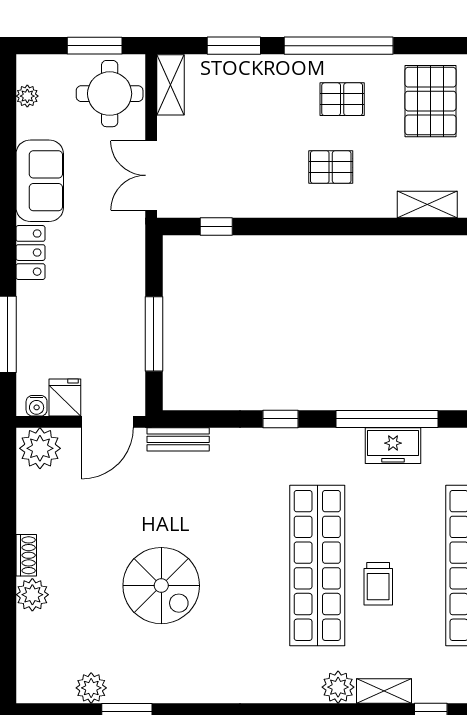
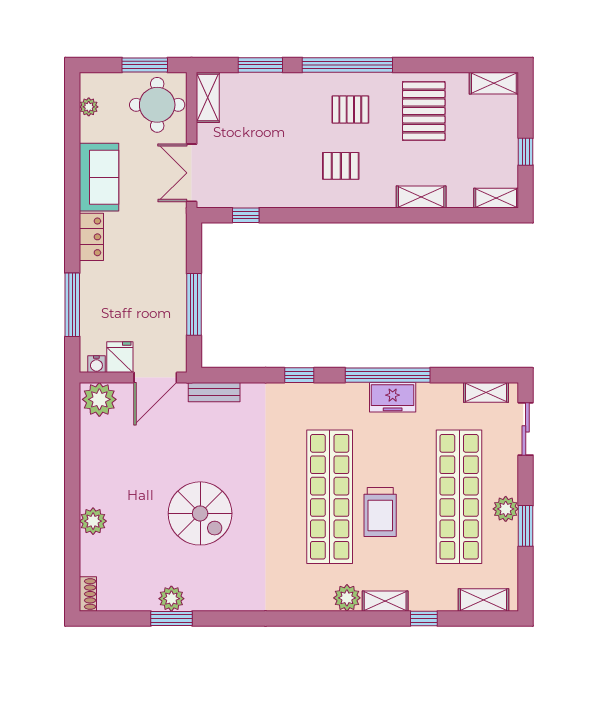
shoe rack: (26, 555) -> (88, 594), moved
trolley: (378, 584) -> (380, 512), width x1.36, depth x1.39
plant: (91, 688) -> (171, 599), moved

